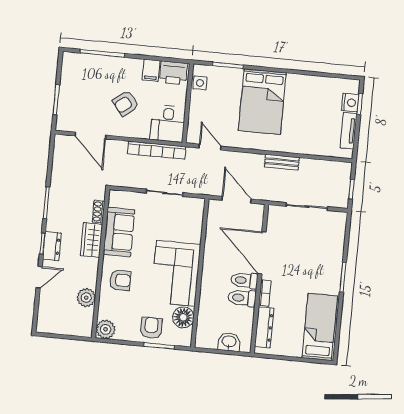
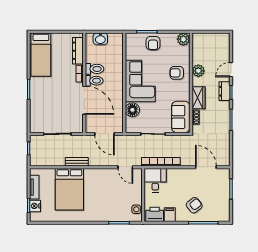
bed: (262, 102) -> (69, 189), moved, turned 180
armchair: (126, 103) -> (194, 205), moved
sofa: (119, 232) -> (181, 117), moved
plant: (86, 298) -> (198, 71), moved
floor lamp: (183, 317) -> (132, 110), moved

